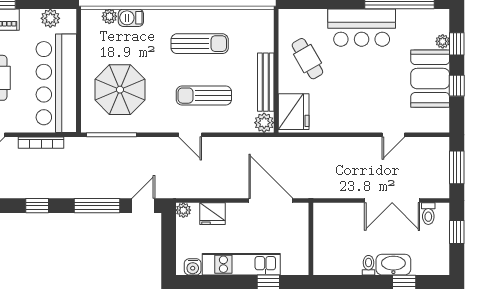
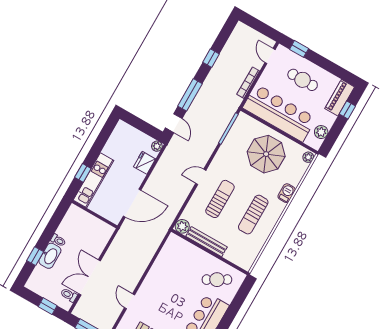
plant: (109, 16) -> (308, 157), moved
barbecue: (131, 18) -> (287, 193), moved
cafe table: (307, 59) -> (217, 280), moved
parasol: (120, 90) -> (266, 154), moved
fridge: (294, 112) -> (179, 248), removed
kitchen unit: (241, 264) -> (93, 180), moved
water cooler: (193, 267) -> (119, 132), removed

